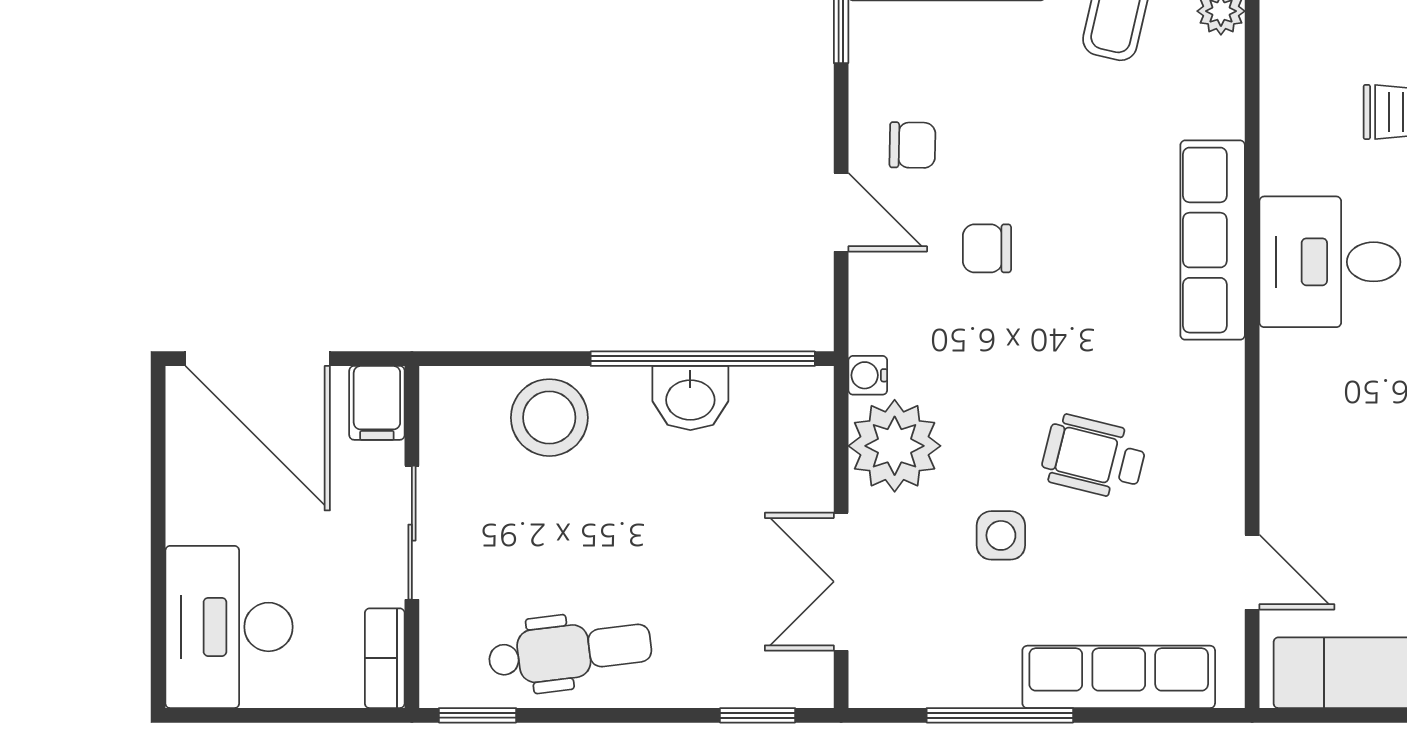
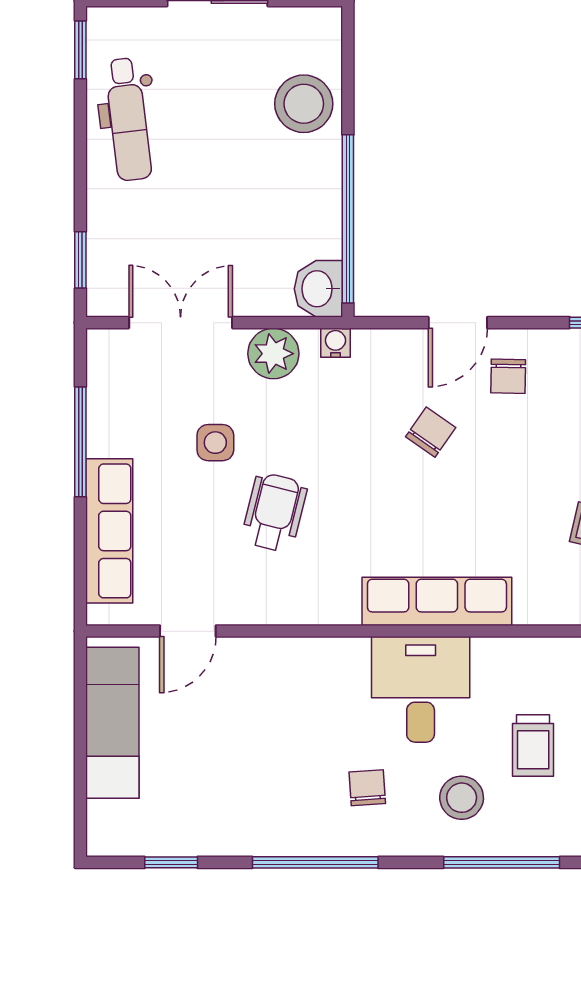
chair: (987, 248) -> (431, 432), turned 35
washbasin: (690, 398) -> (318, 289), moved
plant: (895, 446) -> (273, 354), width x0.73, depth x0.73

